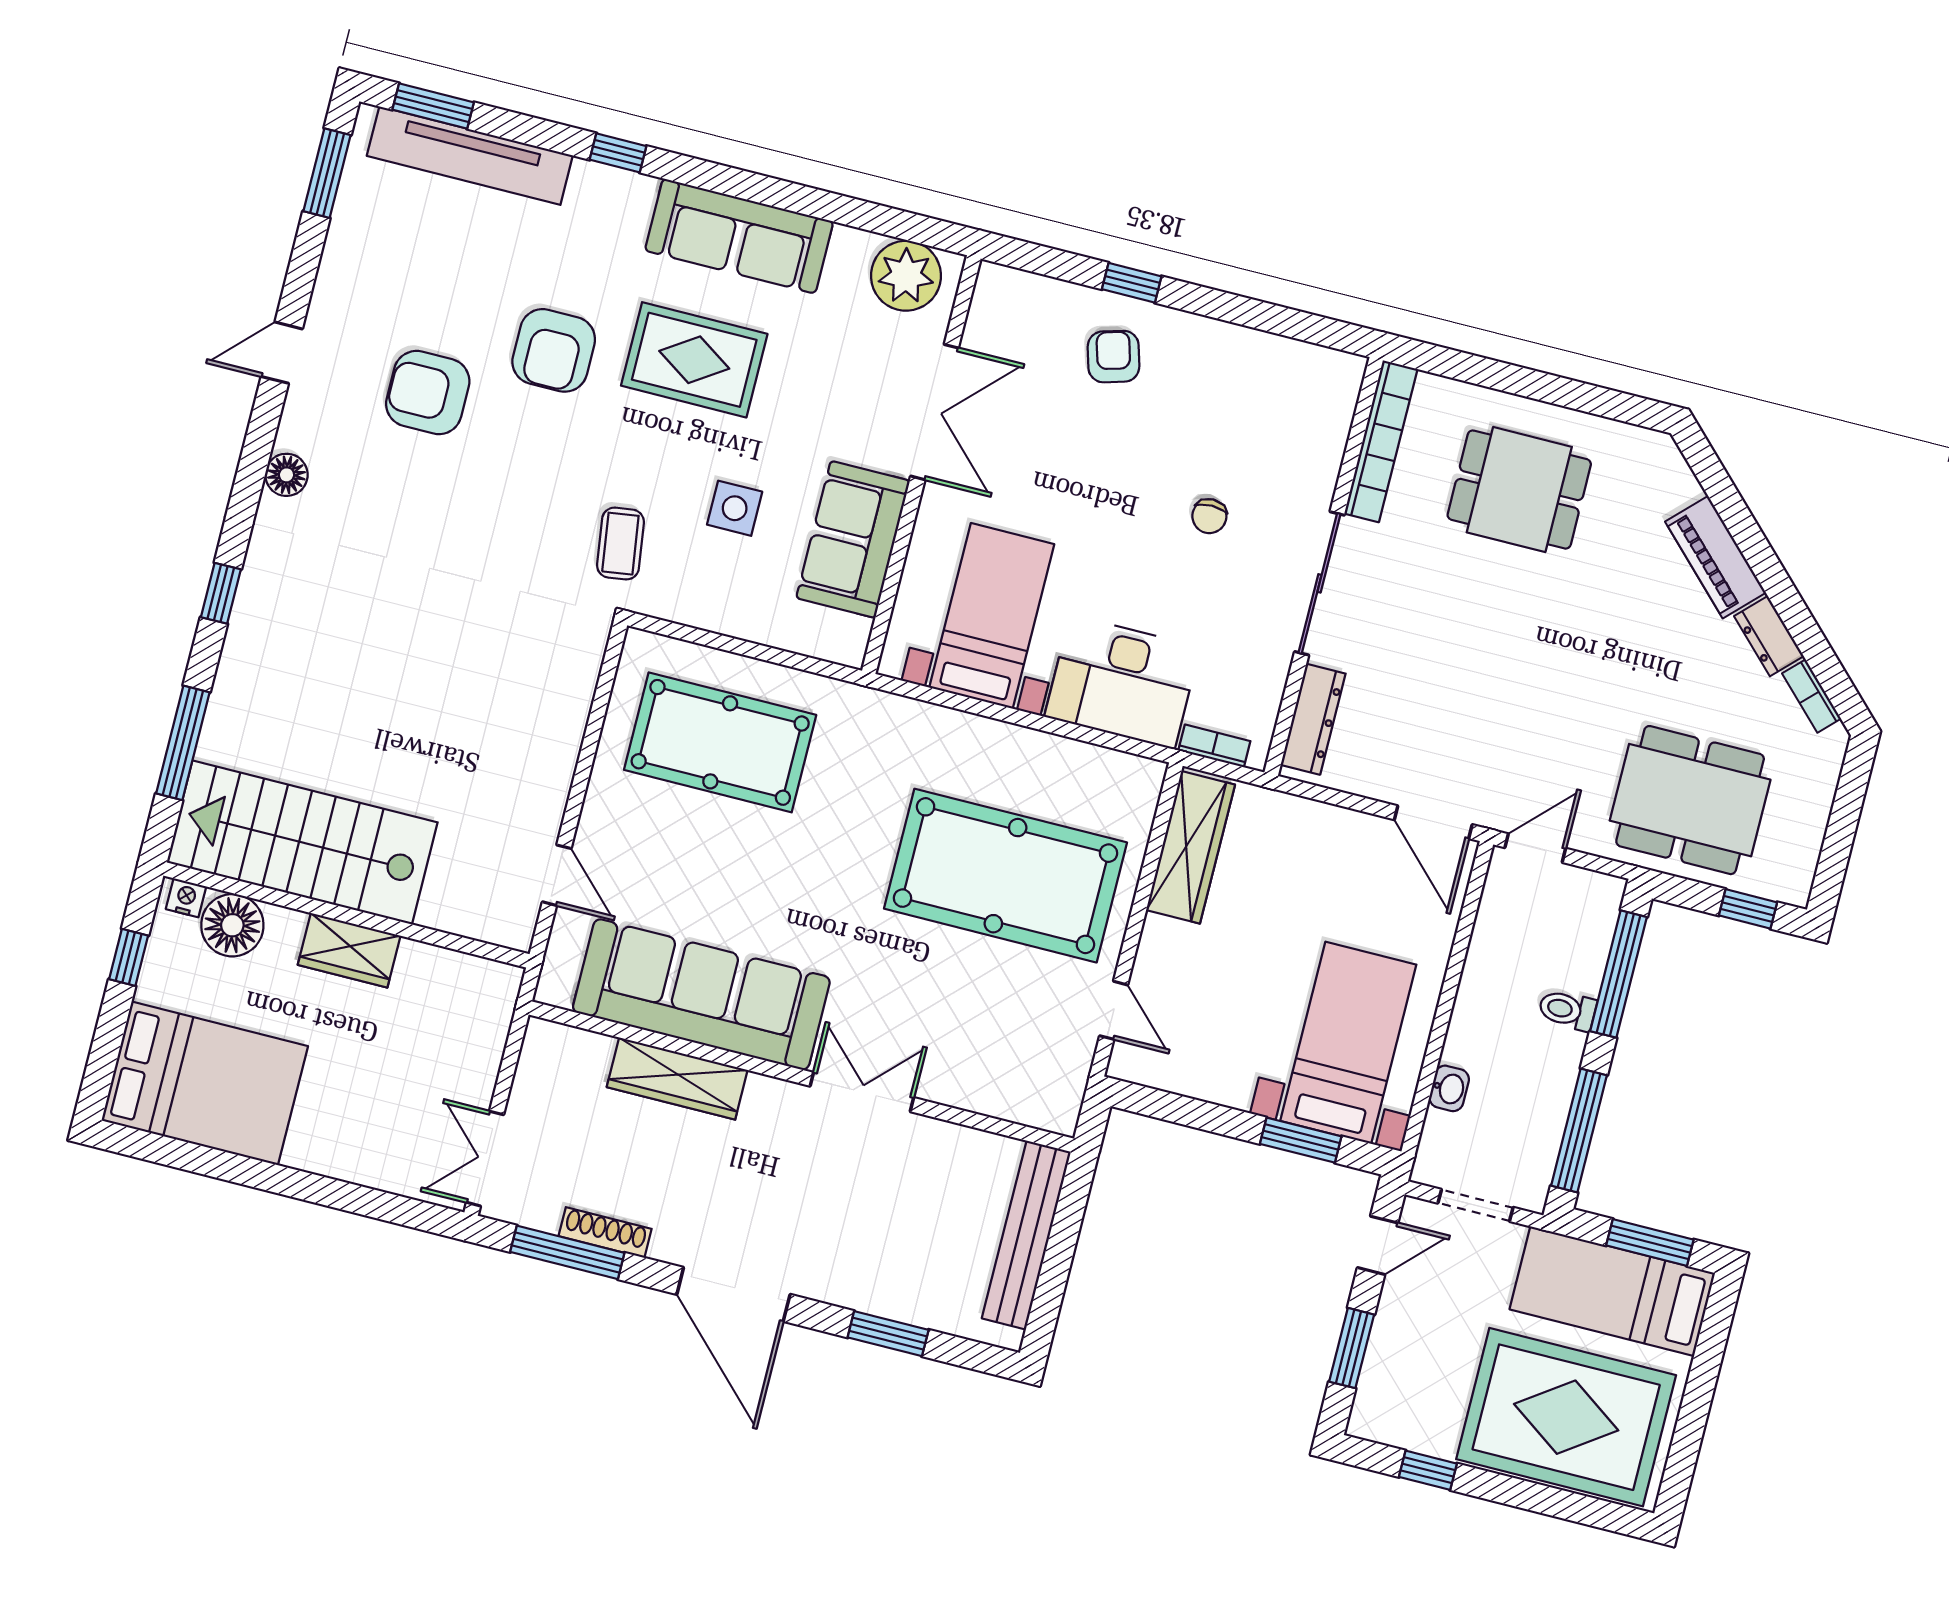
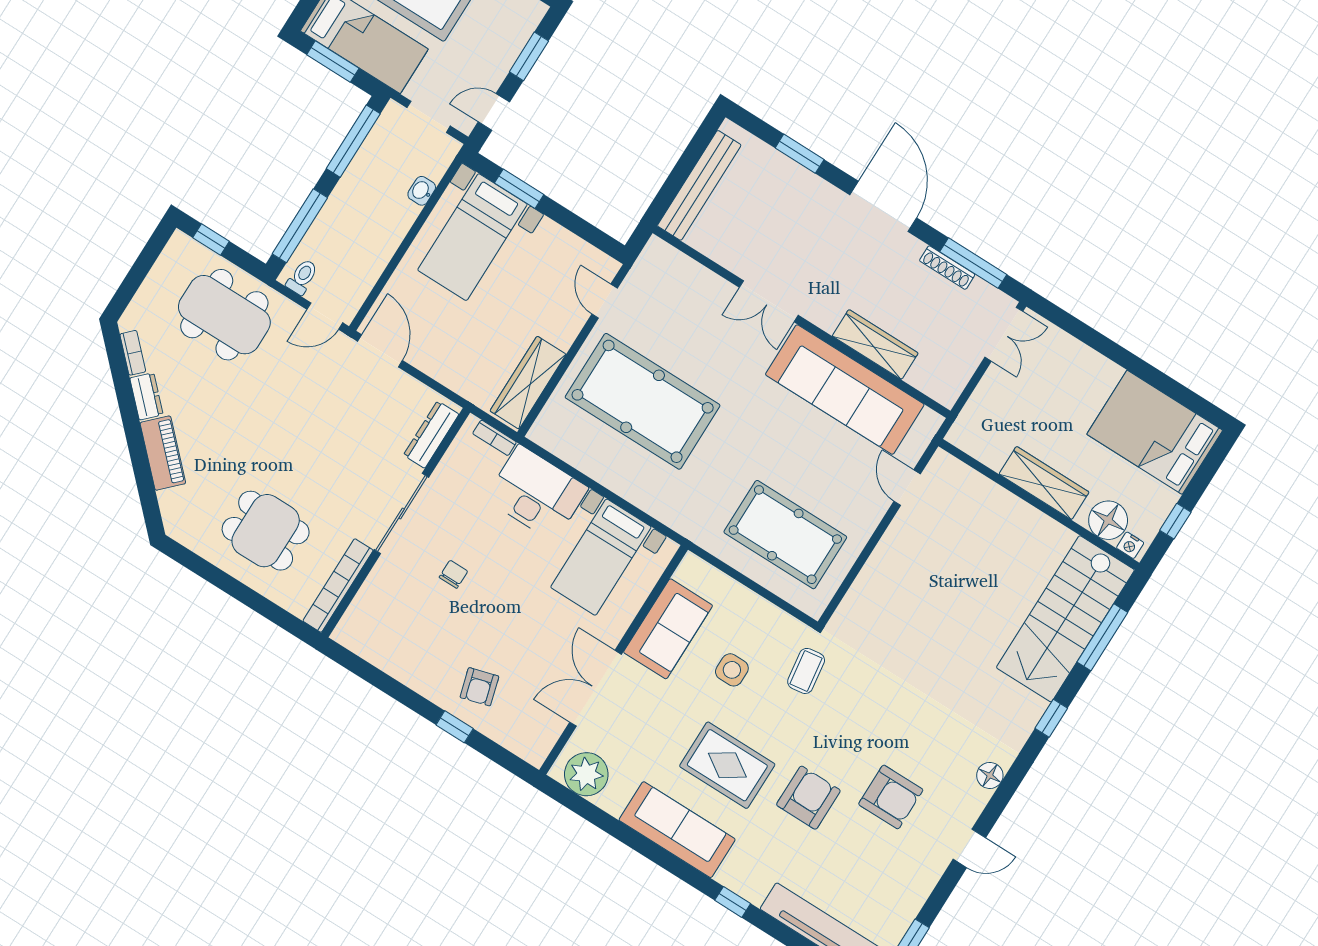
stairs: (302, 842) -> (1065, 619), moved, turned 90
wardrobe: (349, 950) -> (1044, 483), width x1.50
toilet: (1567, 1010) -> (302, 277), moved, turned -90

